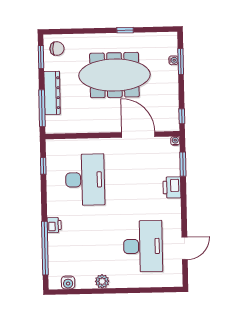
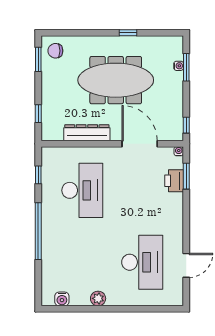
chair: (57, 49) -> (55, 51), turned 180
dresser: (52, 93) -> (87, 133), moved, turned -90
window: (42, 108) -> (38, 114), width x0.46
printer: (172, 187) -> (174, 181), moved
printer: (54, 225) -> (48, 238), removed
window: (45, 248) -> (38, 231), moved

